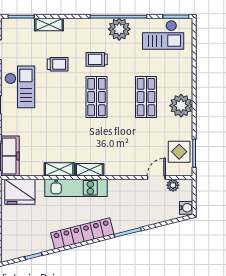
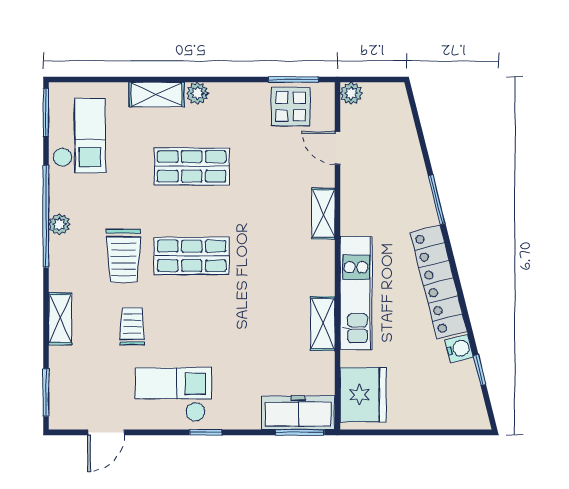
shelving: (49, 24) -> (60, 319), moved
plant: (119, 29) -> (59, 224), width x0.53, depth x0.53
trolley: (97, 59) -> (123, 256), width x1.36, depth x1.39
shelving: (186, 78) -> (157, 95), added
plant: (181, 106) -> (197, 93), width x0.53, depth x0.53
shelving: (89, 170) -> (323, 214), moved
plant: (173, 185) -> (351, 93), moved
water cooler: (186, 208) -> (459, 349), moved, turned 76

